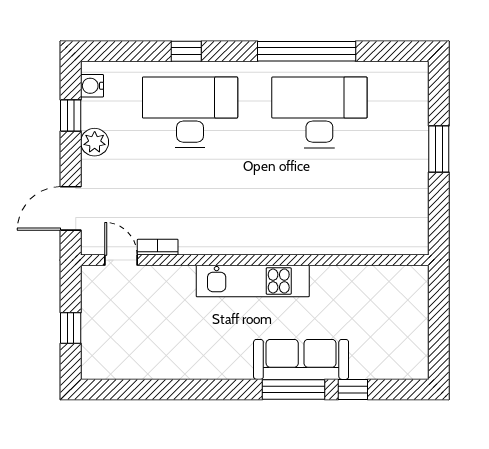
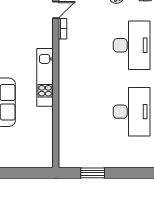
window: (439, 149) -> (93, 173), moved

